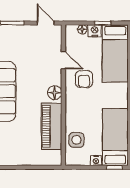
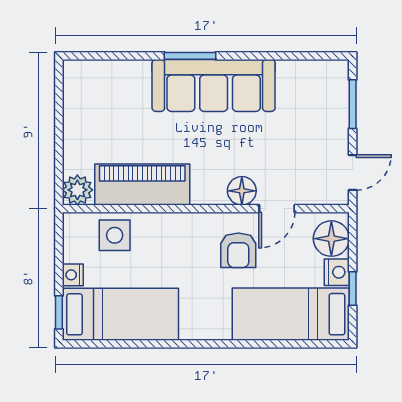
floor lamp: (82, 29) -> (331, 239), width x1.89, depth x1.89
armchair: (84, 79) -> (238, 250), turned -90
floor lamp: (55, 93) -> (242, 191), moved
plant: (54, 158) -> (77, 190), added

